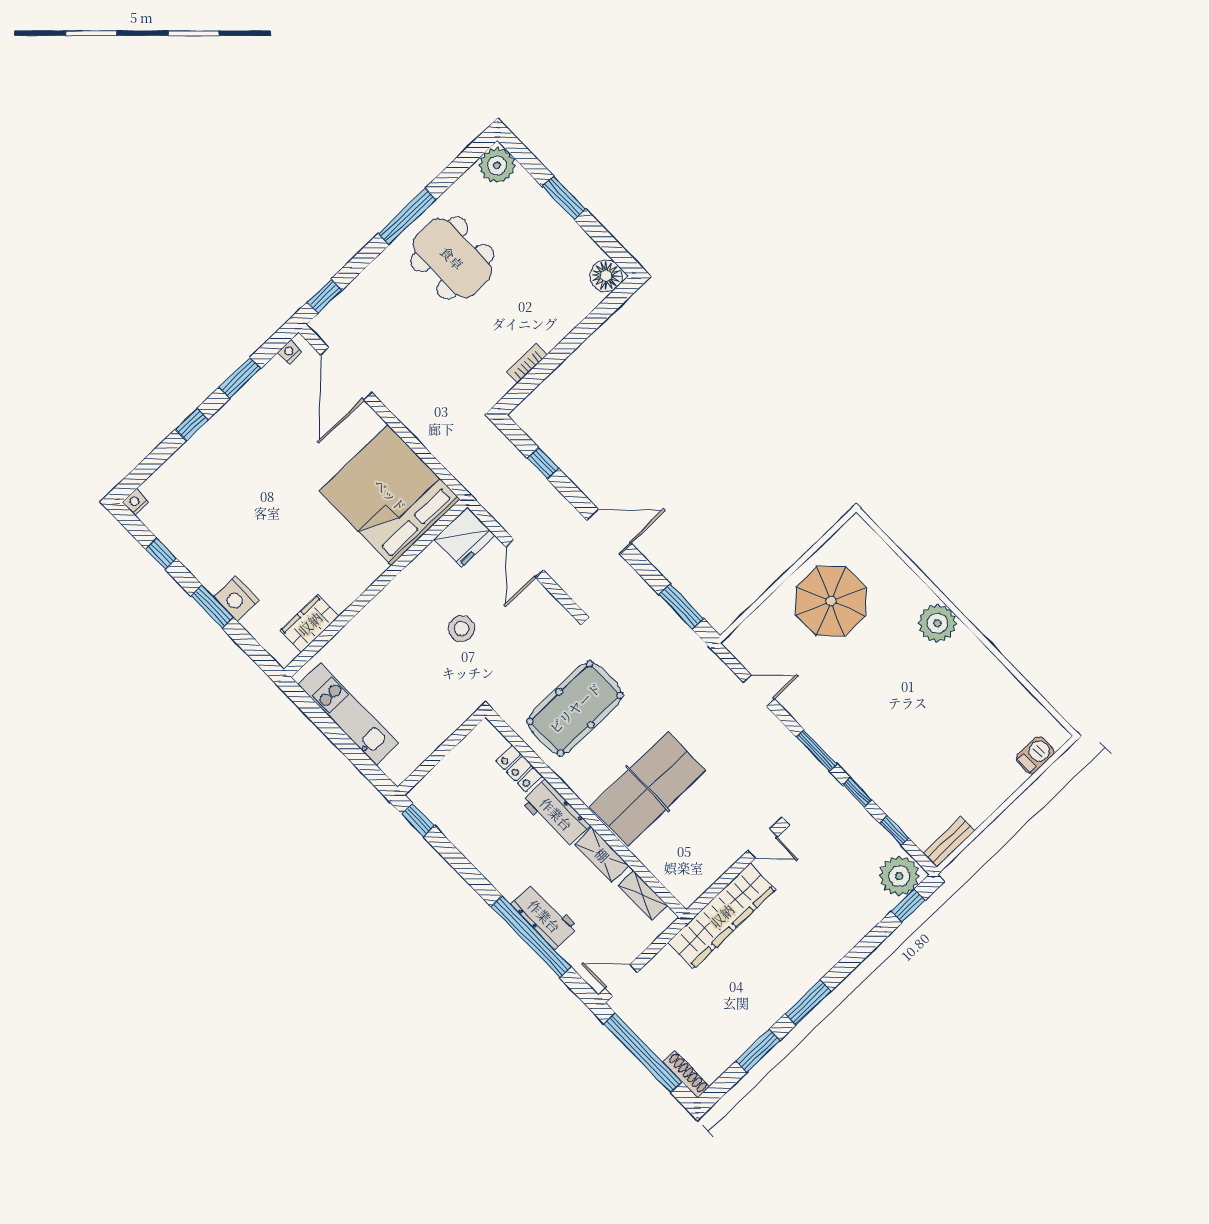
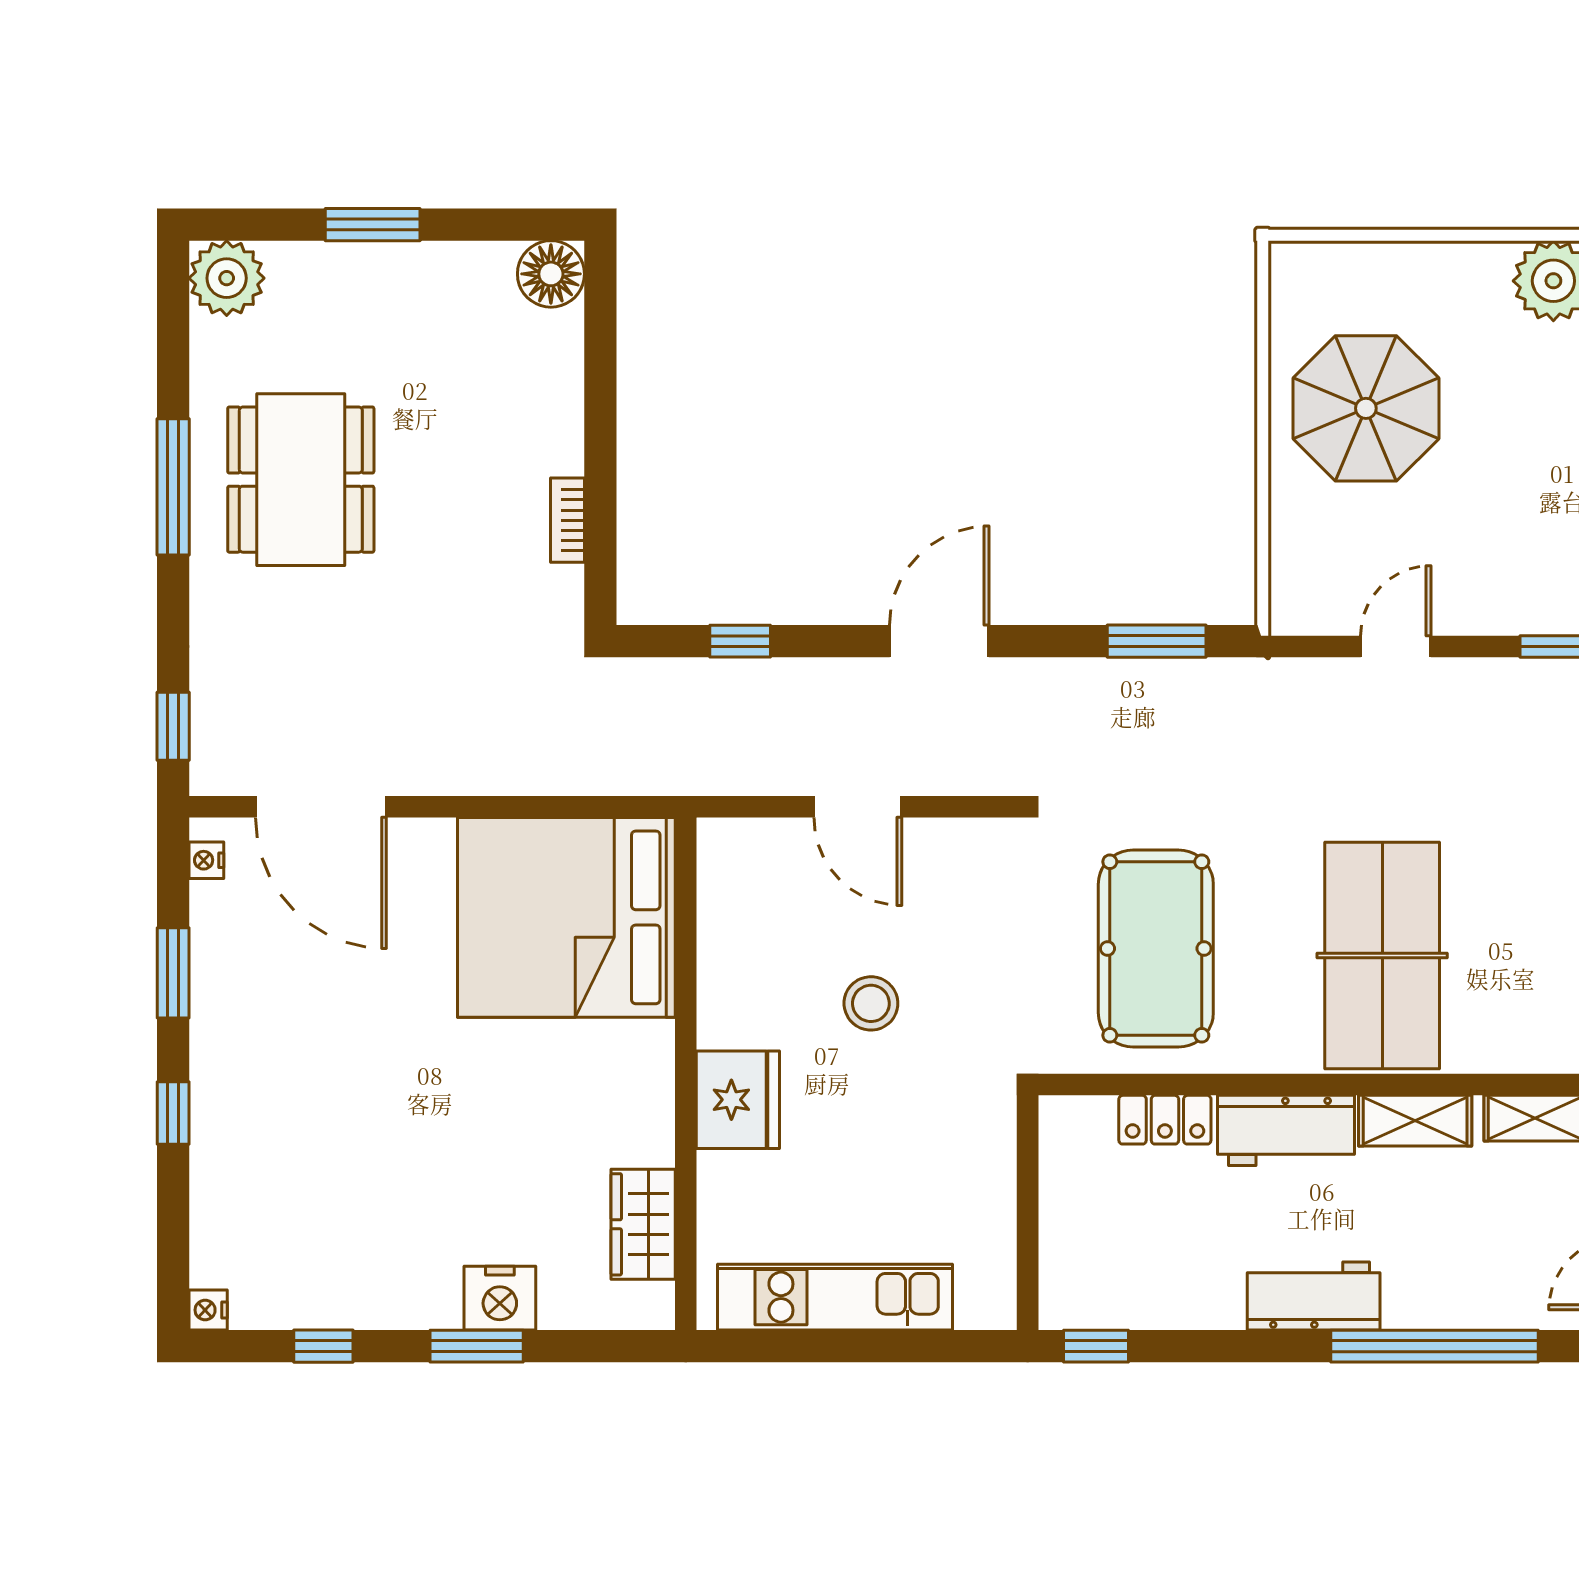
dining table: (452, 258) -> (301, 480), turned 90
fridge: (464, 537) -> (738, 1100), moved
workbench: (544, 916) -> (1314, 1296), moved

